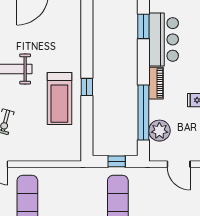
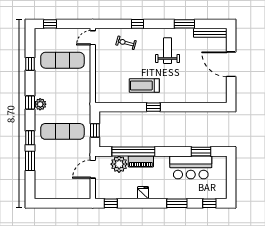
piano: (156, 83) -> (141, 161), moved
treadmill: (59, 98) -> (144, 85), width x0.73, depth x0.73
door: (179, 164) -> (93, 169), moved

